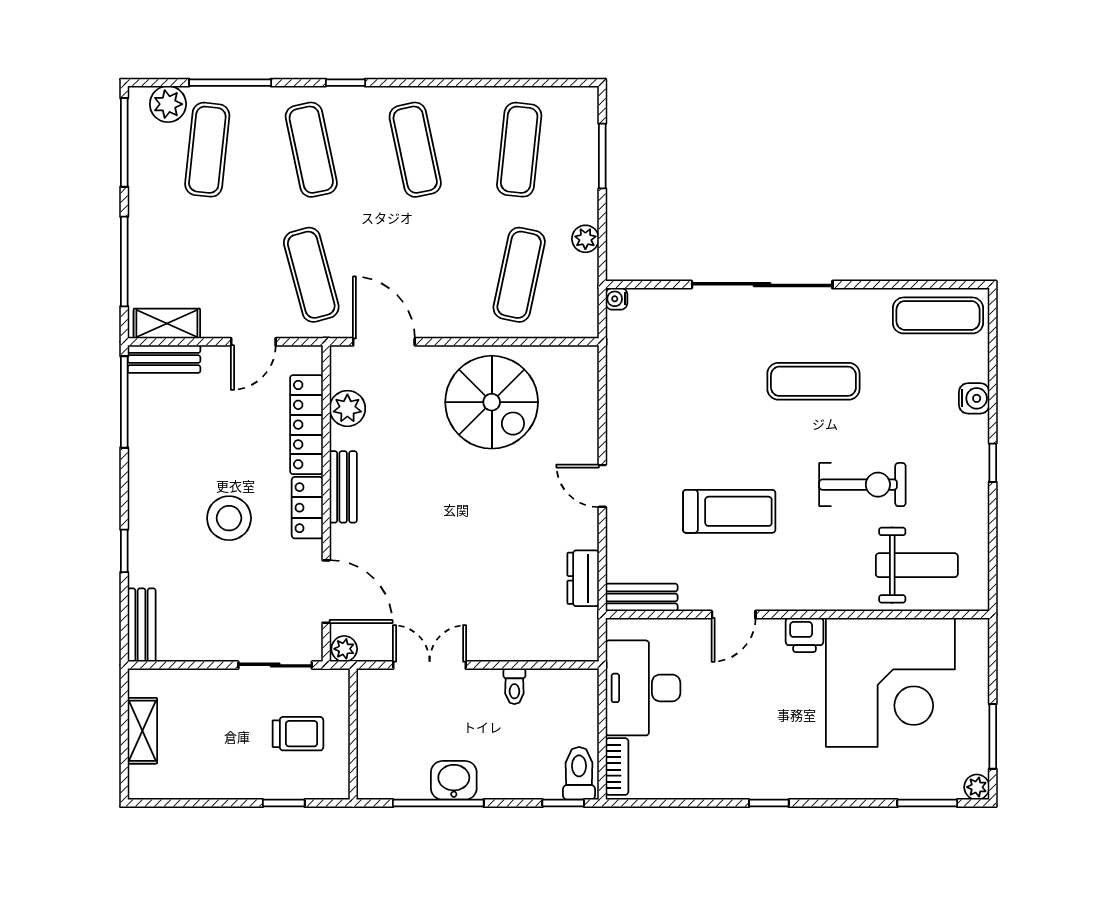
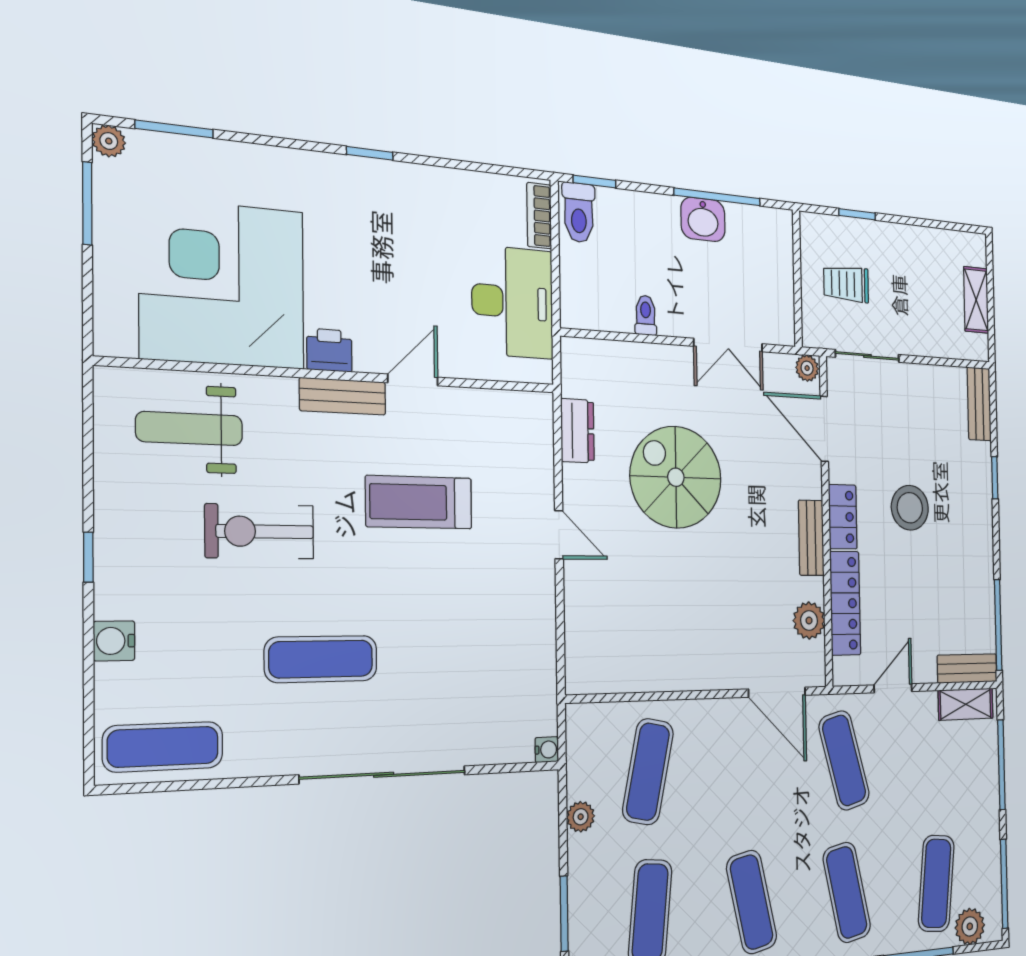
spiral stairs: (492, 402) -> (676, 477), moved
bench: (642, 597) -> (343, 396), moved

